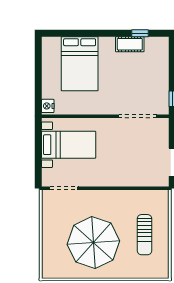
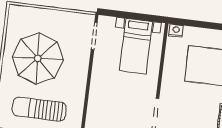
sun lounger: (145, 235) -> (39, 109), width x1.36, depth x1.34

